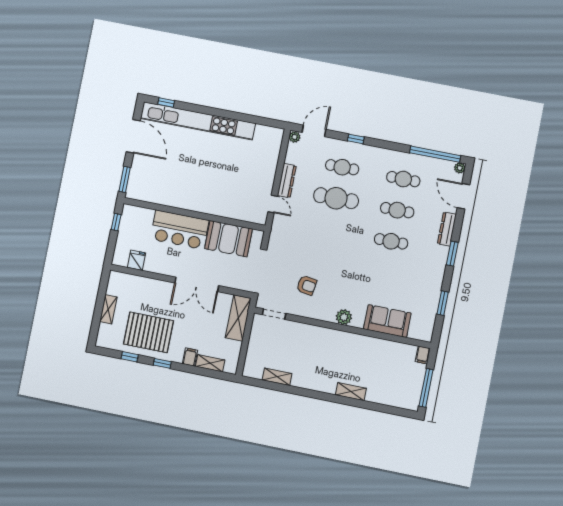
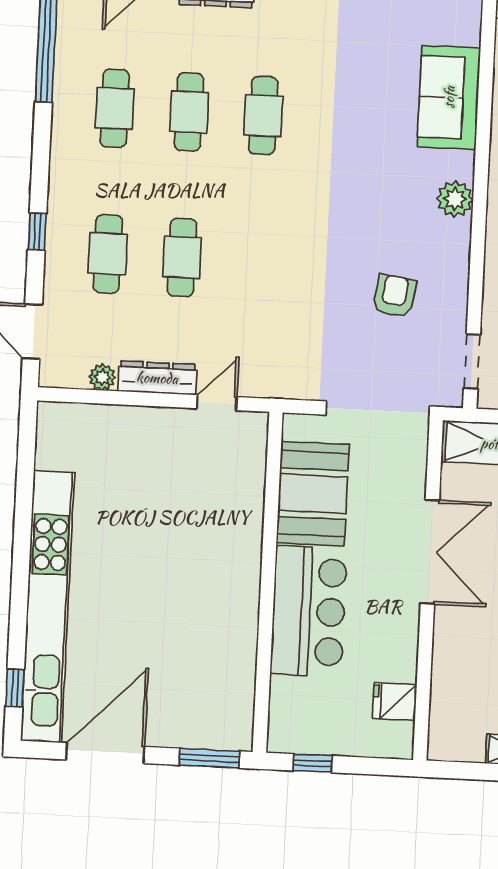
plant: (295, 137) -> (102, 377), moved
cafe table: (336, 198) -> (182, 257), width x0.73, depth x0.74

